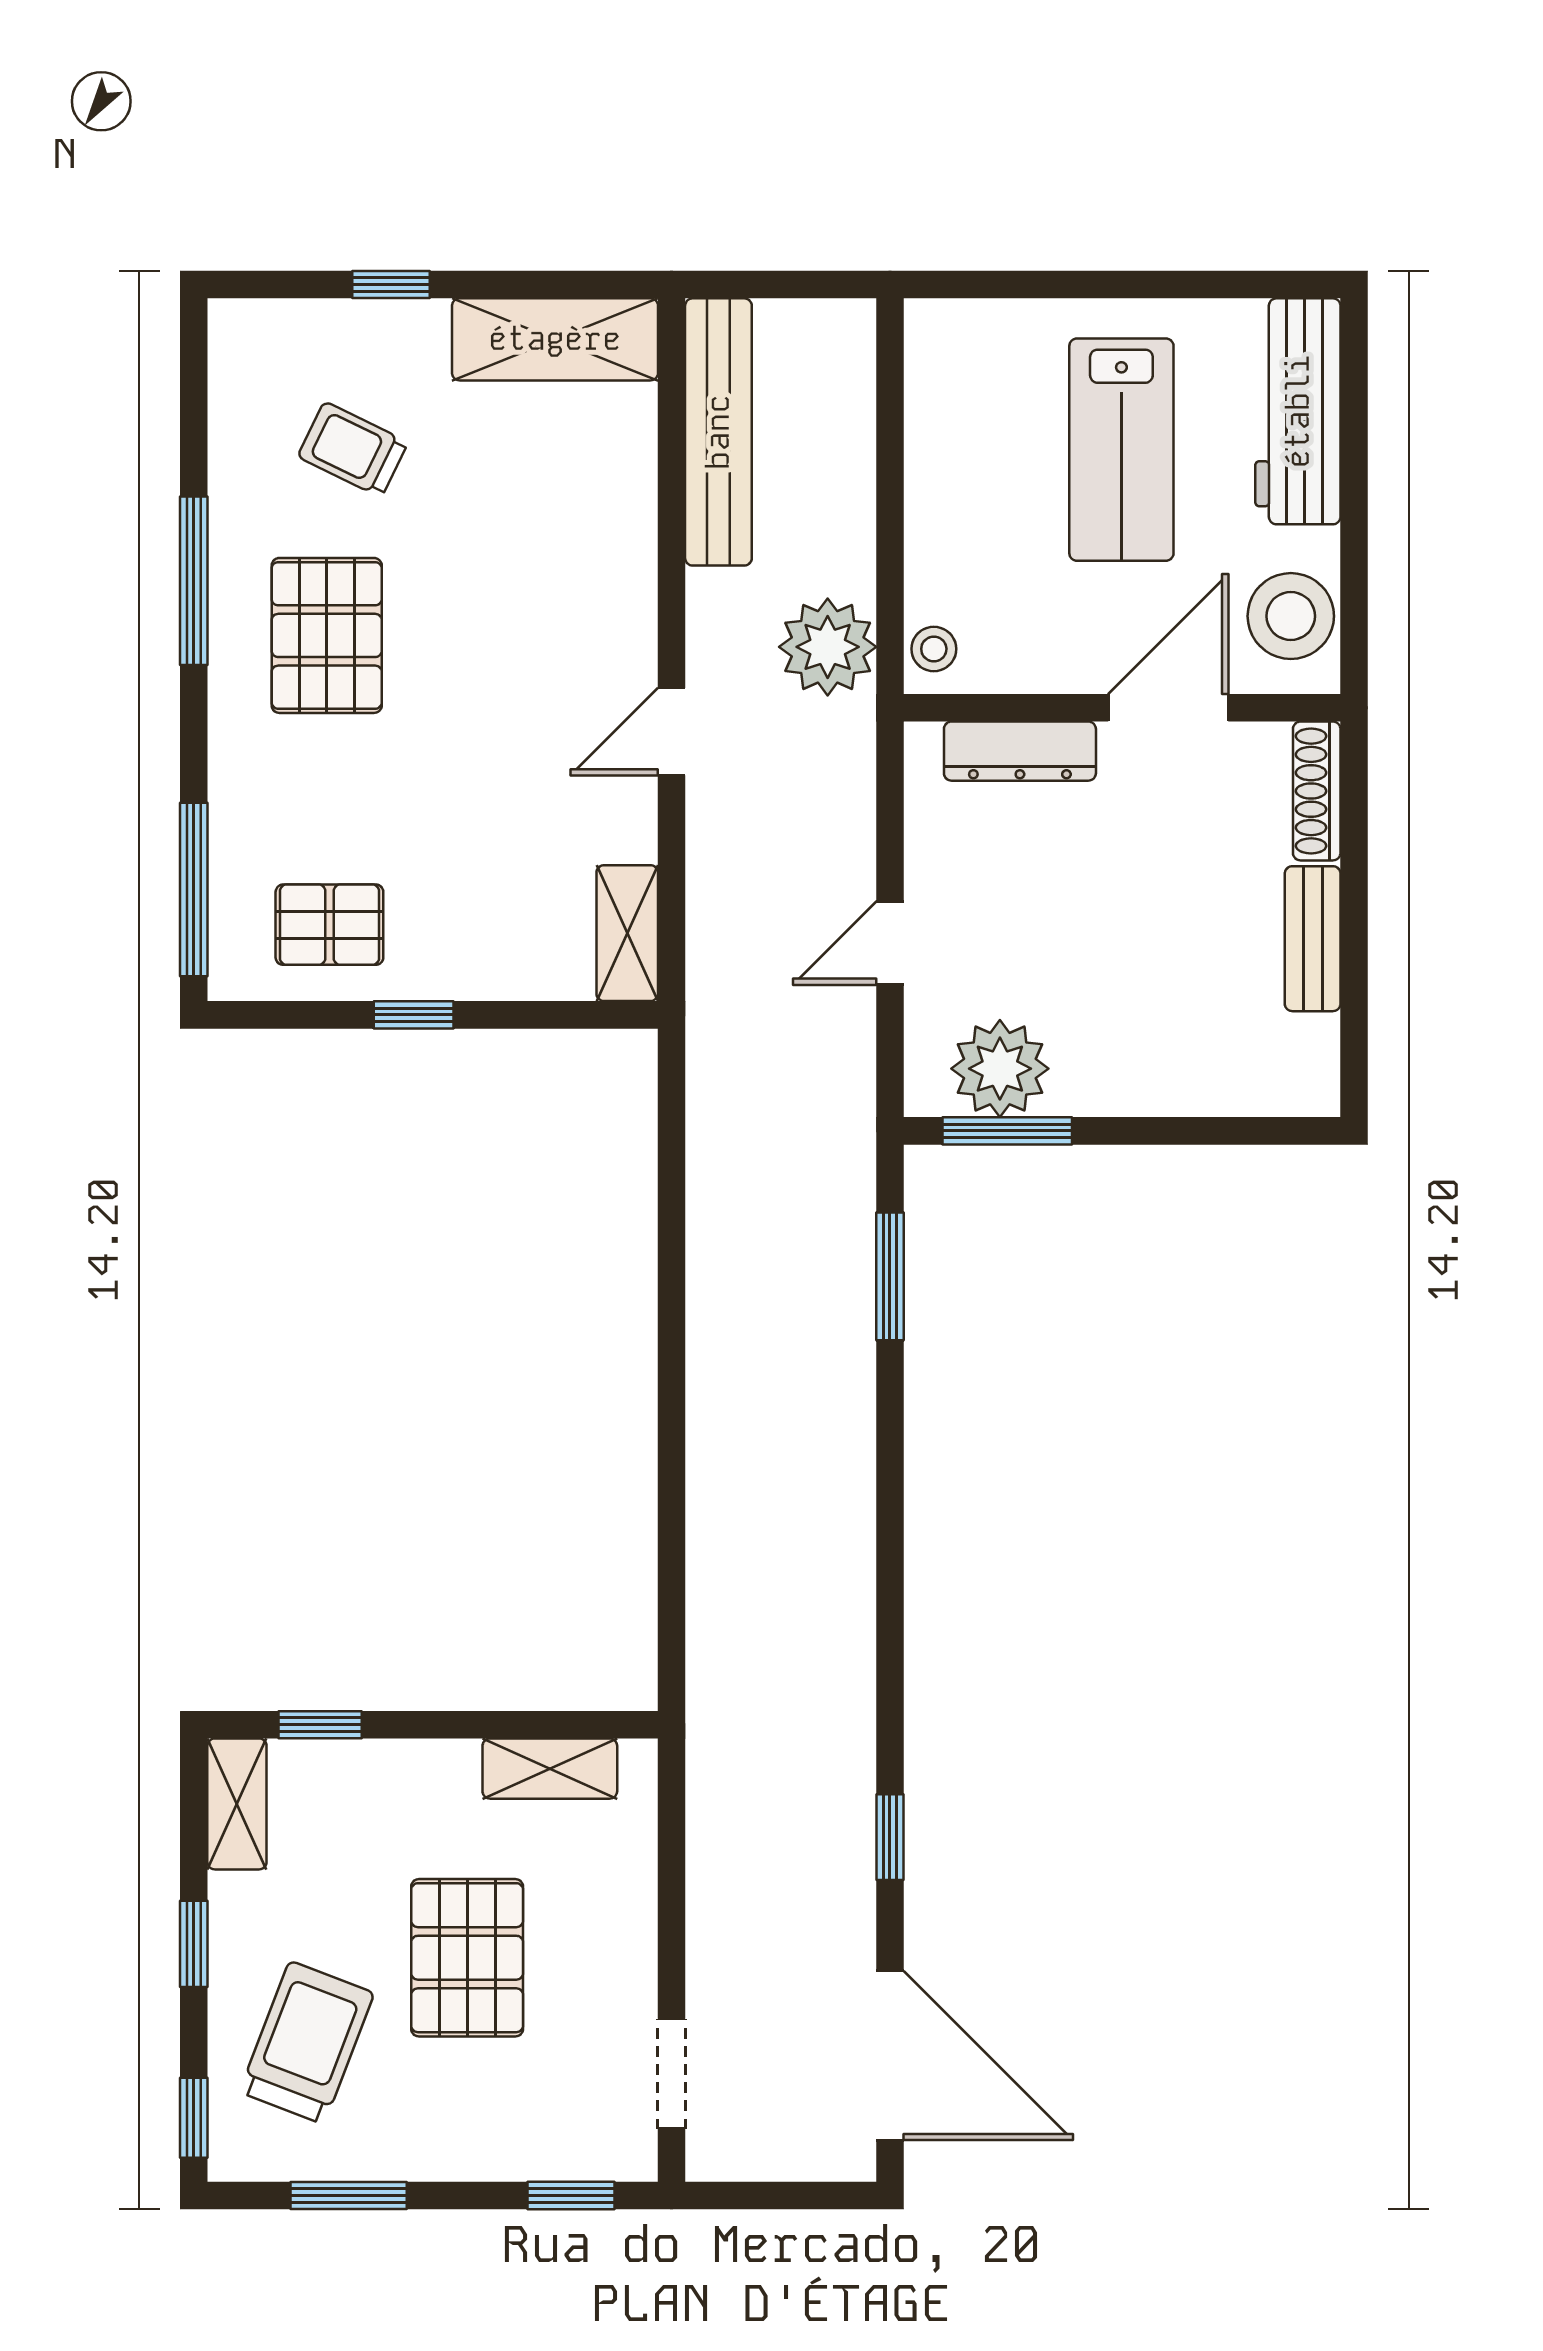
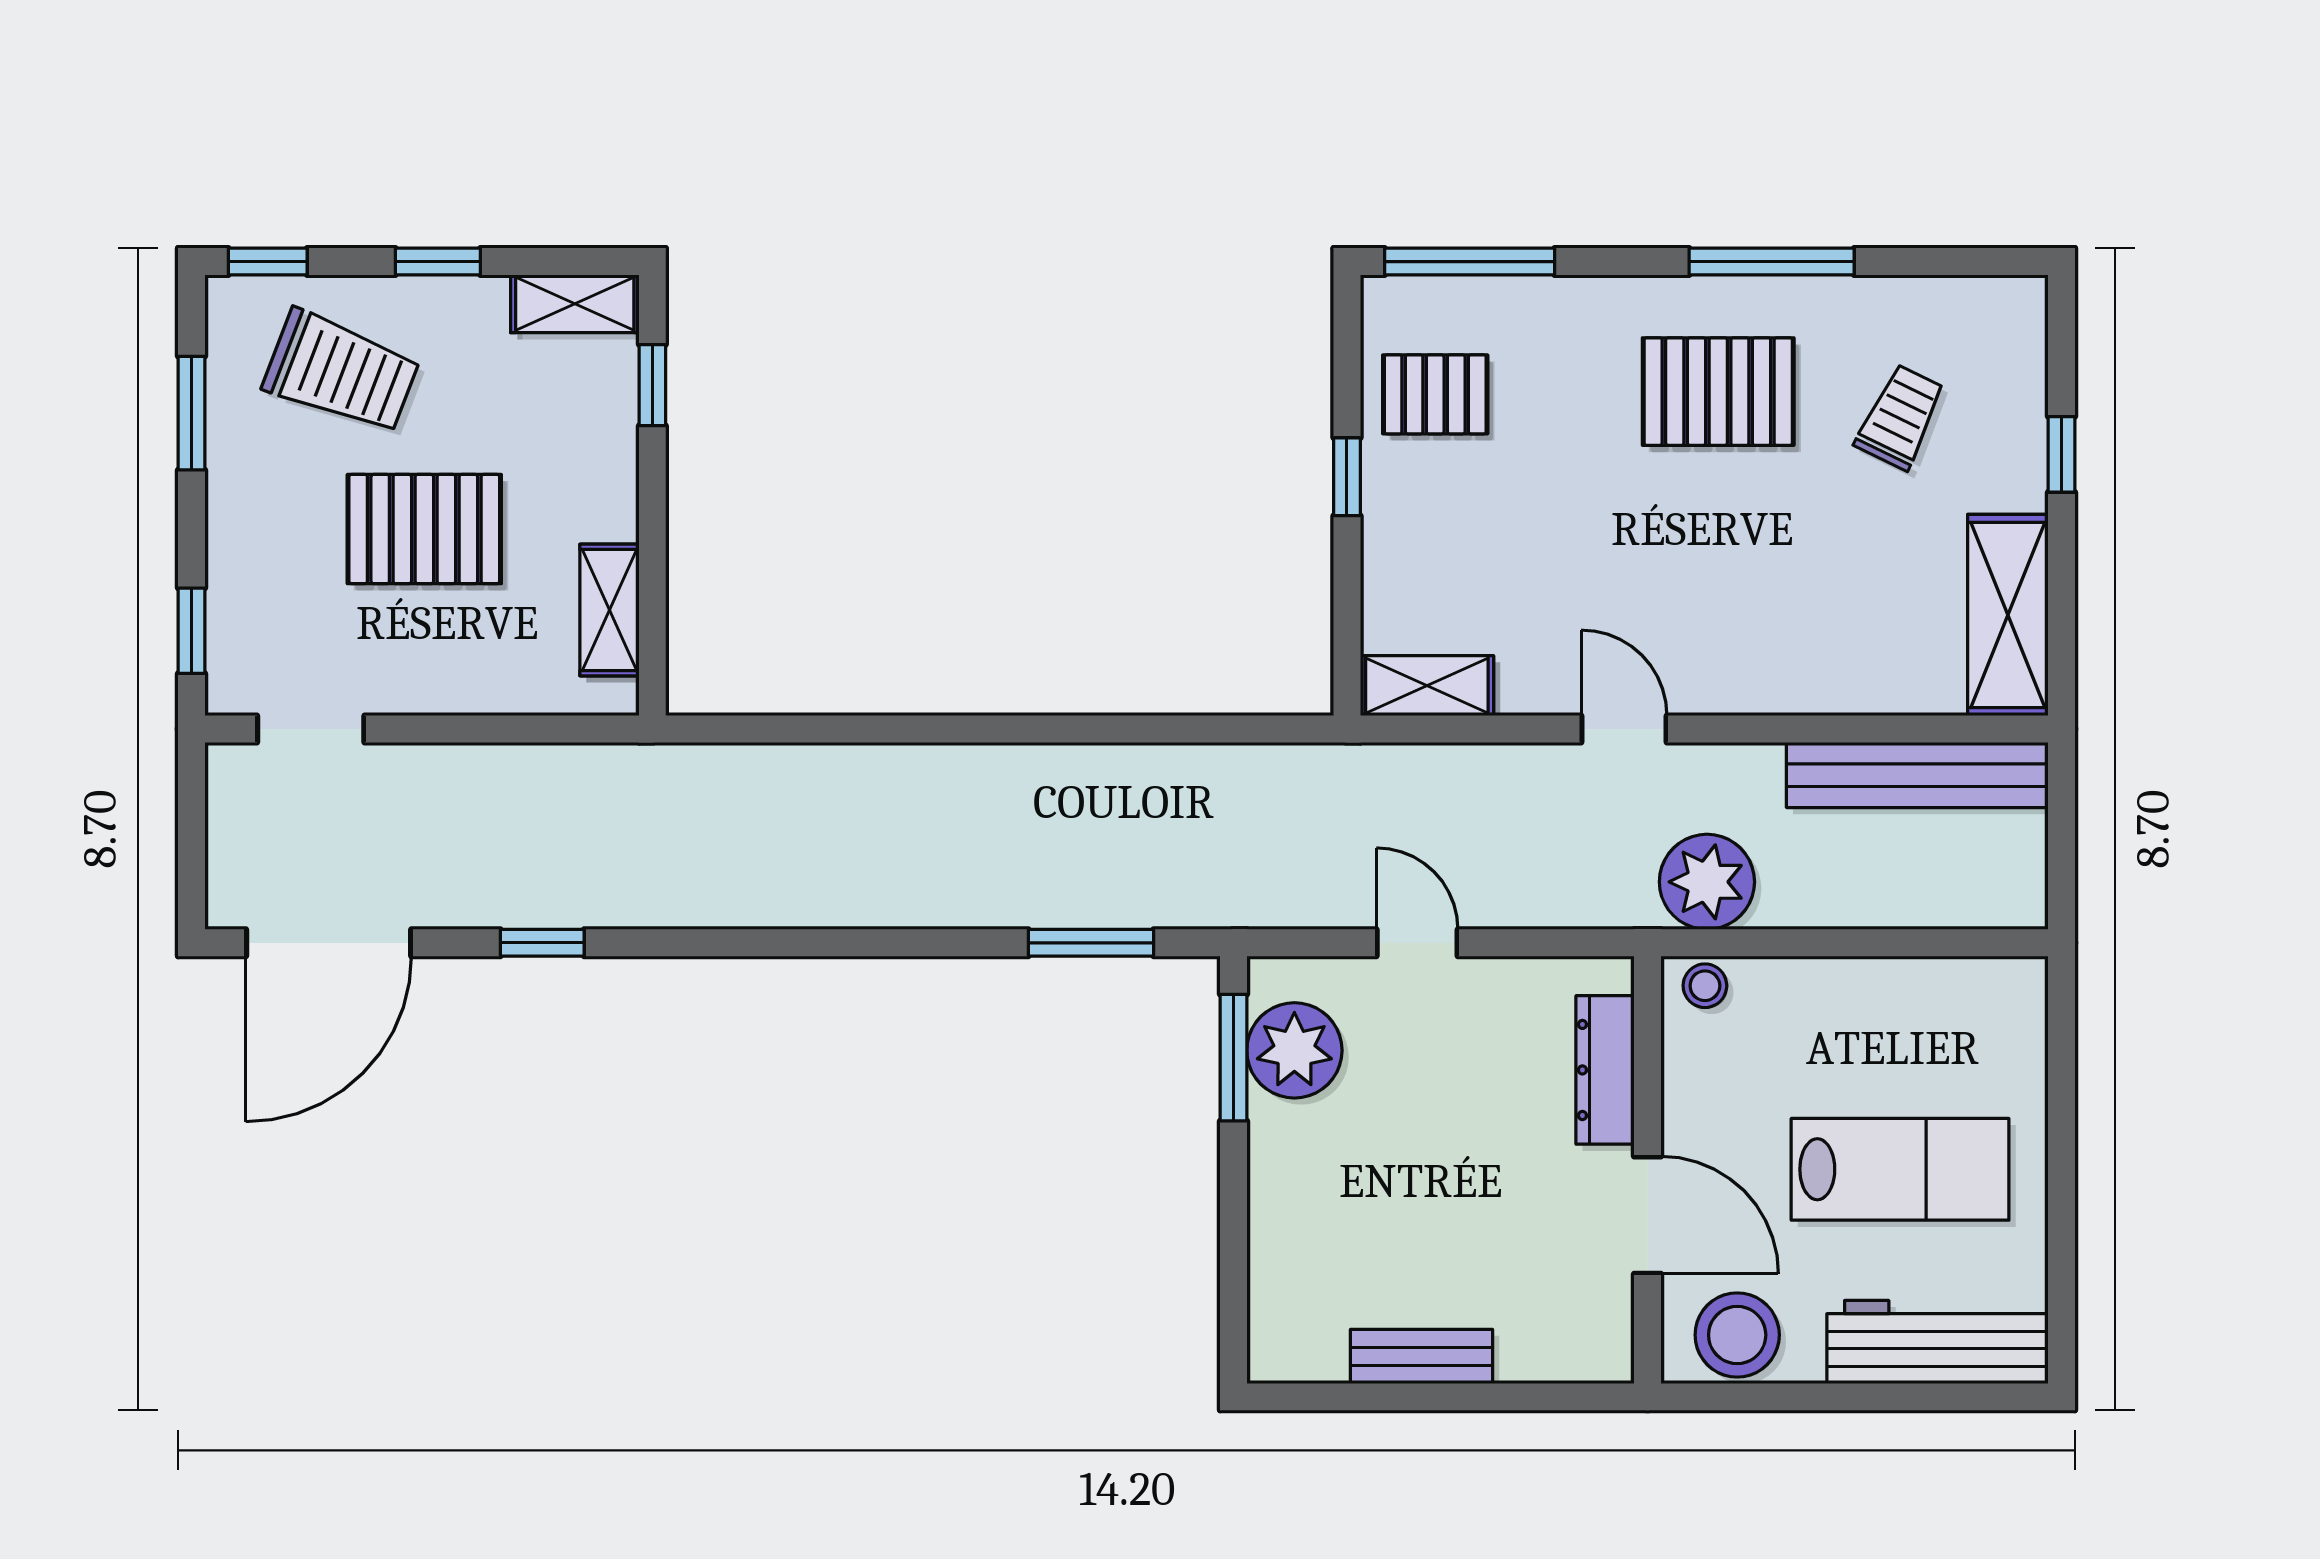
lab bench: (1121, 450) -> (1900, 1169), turned 180
shoe rack: (1317, 791) -> (1566, 1360), removed
pallet: (329, 925) -> (1435, 394), turned 90

